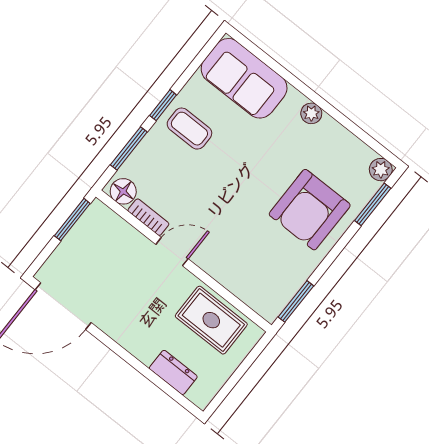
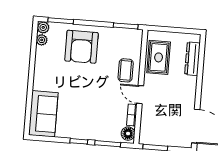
plant: (311, 113) -> (42, 40), moved
coffee table: (189, 129) -> (126, 70), moved
armchair: (310, 210) -> (81, 47), turned 90
dresser: (173, 372) -> (192, 59), width x1.44

